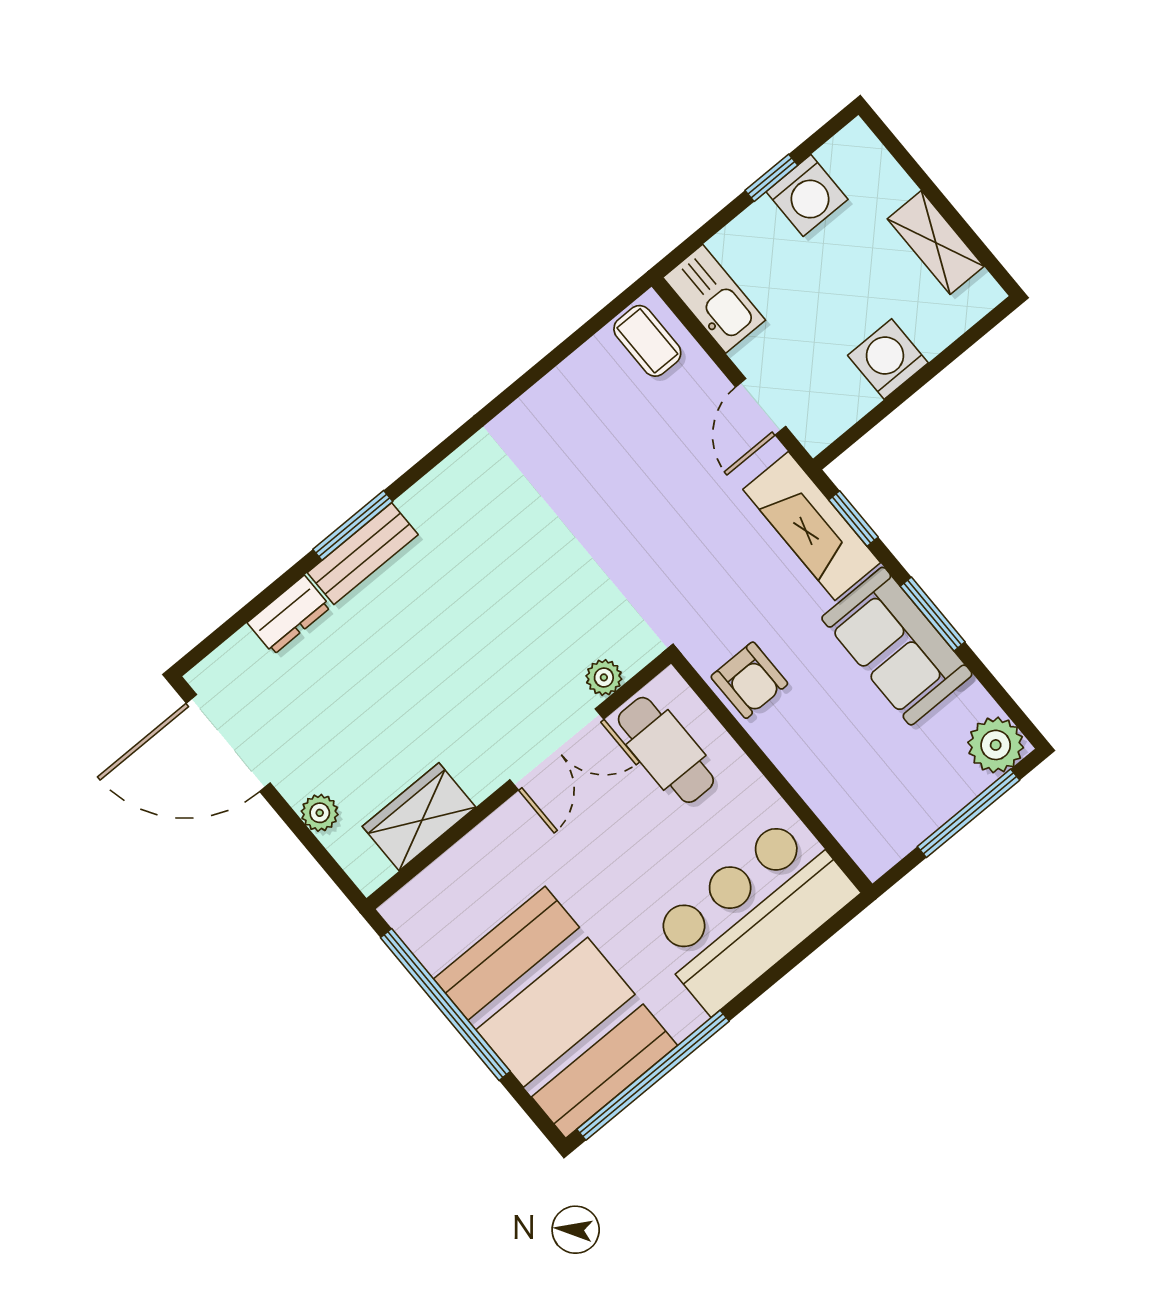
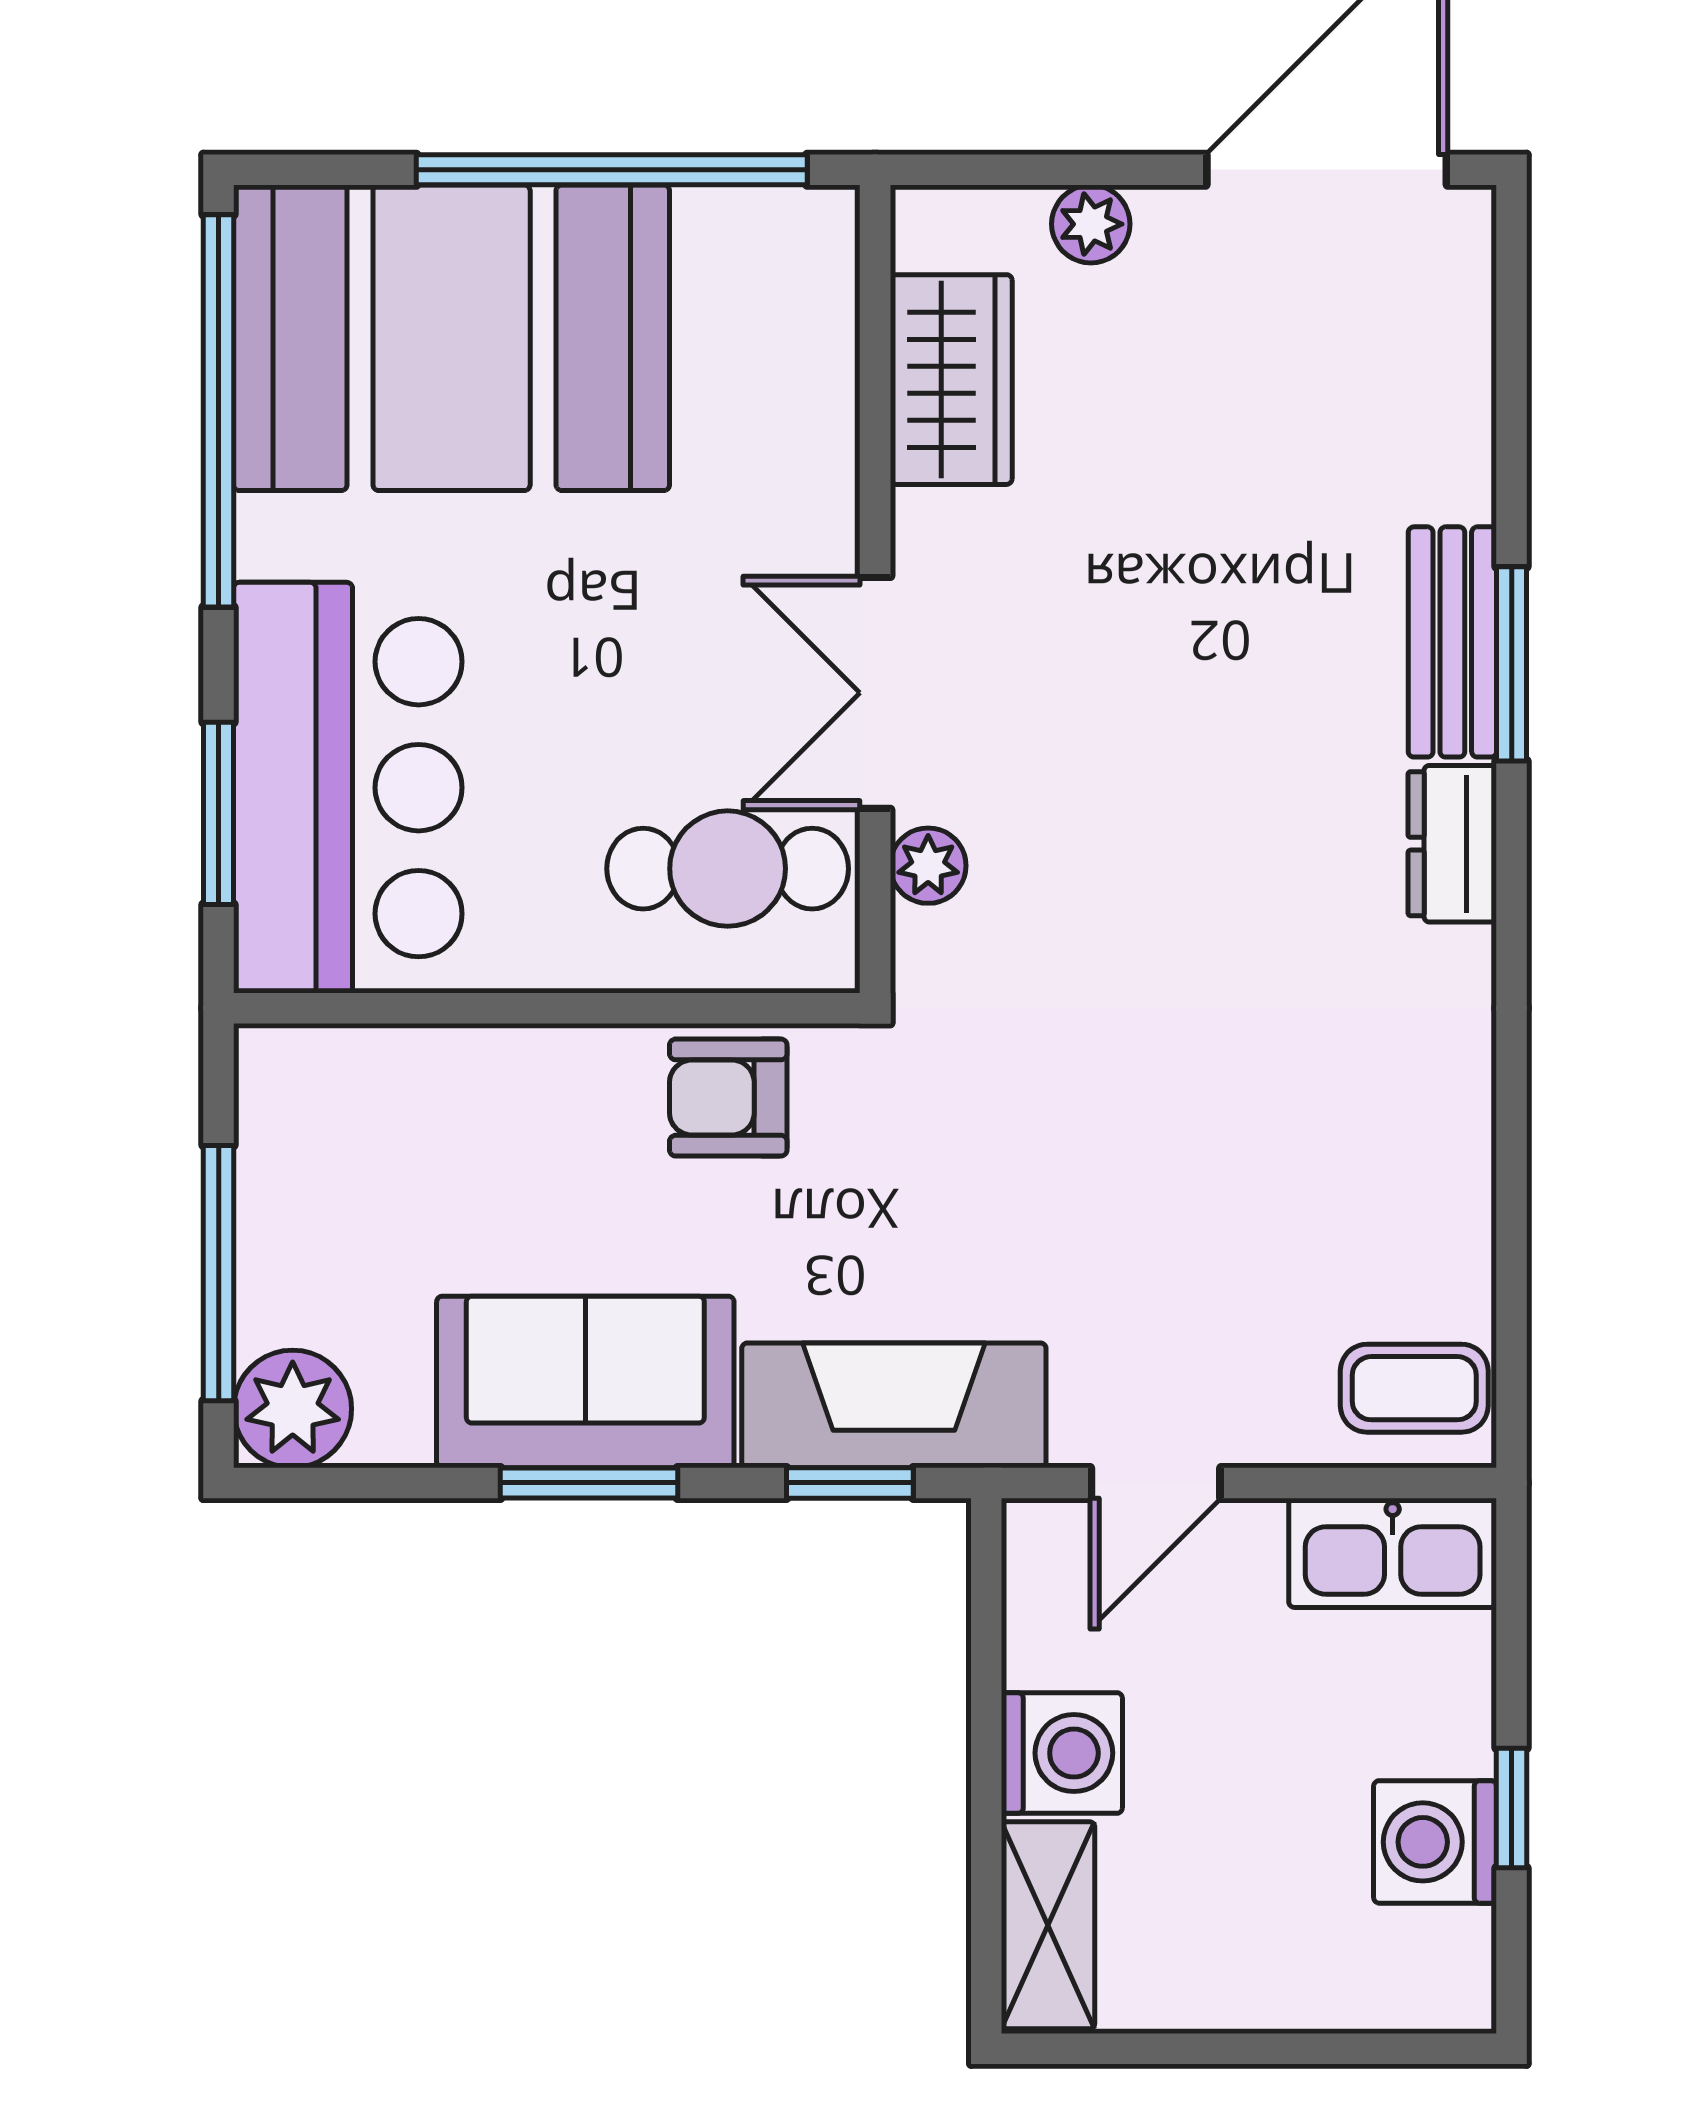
shelving: (936, 243) -> (1048, 1925), moved, turned 90
door: (761, 407) -> (1156, 1483), swing flipped
dresser: (289, 615) -> (1452, 844), moved
window: (800, 953) -> (219, 813), added

